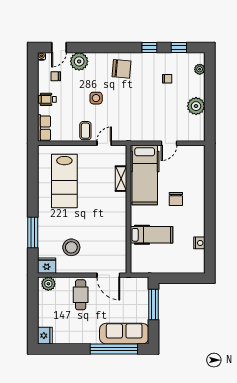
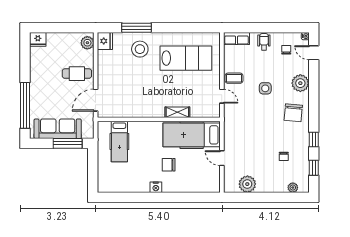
plant: (79, 61) -> (300, 83), moved
plant: (196, 106) -> (247, 184), moved
shelving: (121, 179) -> (177, 112), moved
lab bench: (64, 181) -> (186, 58), turned 180
hospital bed: (152, 235) -> (119, 141), moved
nightstand: (199, 243) -> (156, 187), moved
stool: (71, 247) -> (140, 49), moved
sofa: (124, 334) -> (58, 129), moved, turned -90

